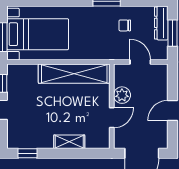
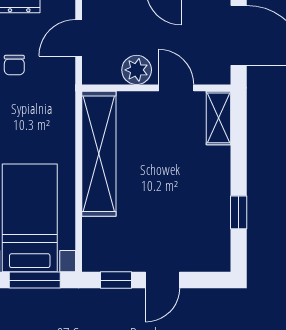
shelving: (69, 142) -> (218, 118), moved
window: (28, 153) -> (239, 212), moved

